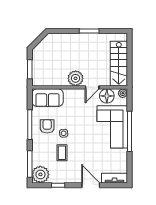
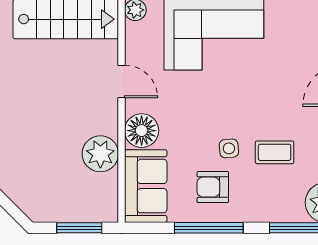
plant: (76, 78) -> (100, 154), moved
floor lamp: (107, 96) -> (142, 131), moved

